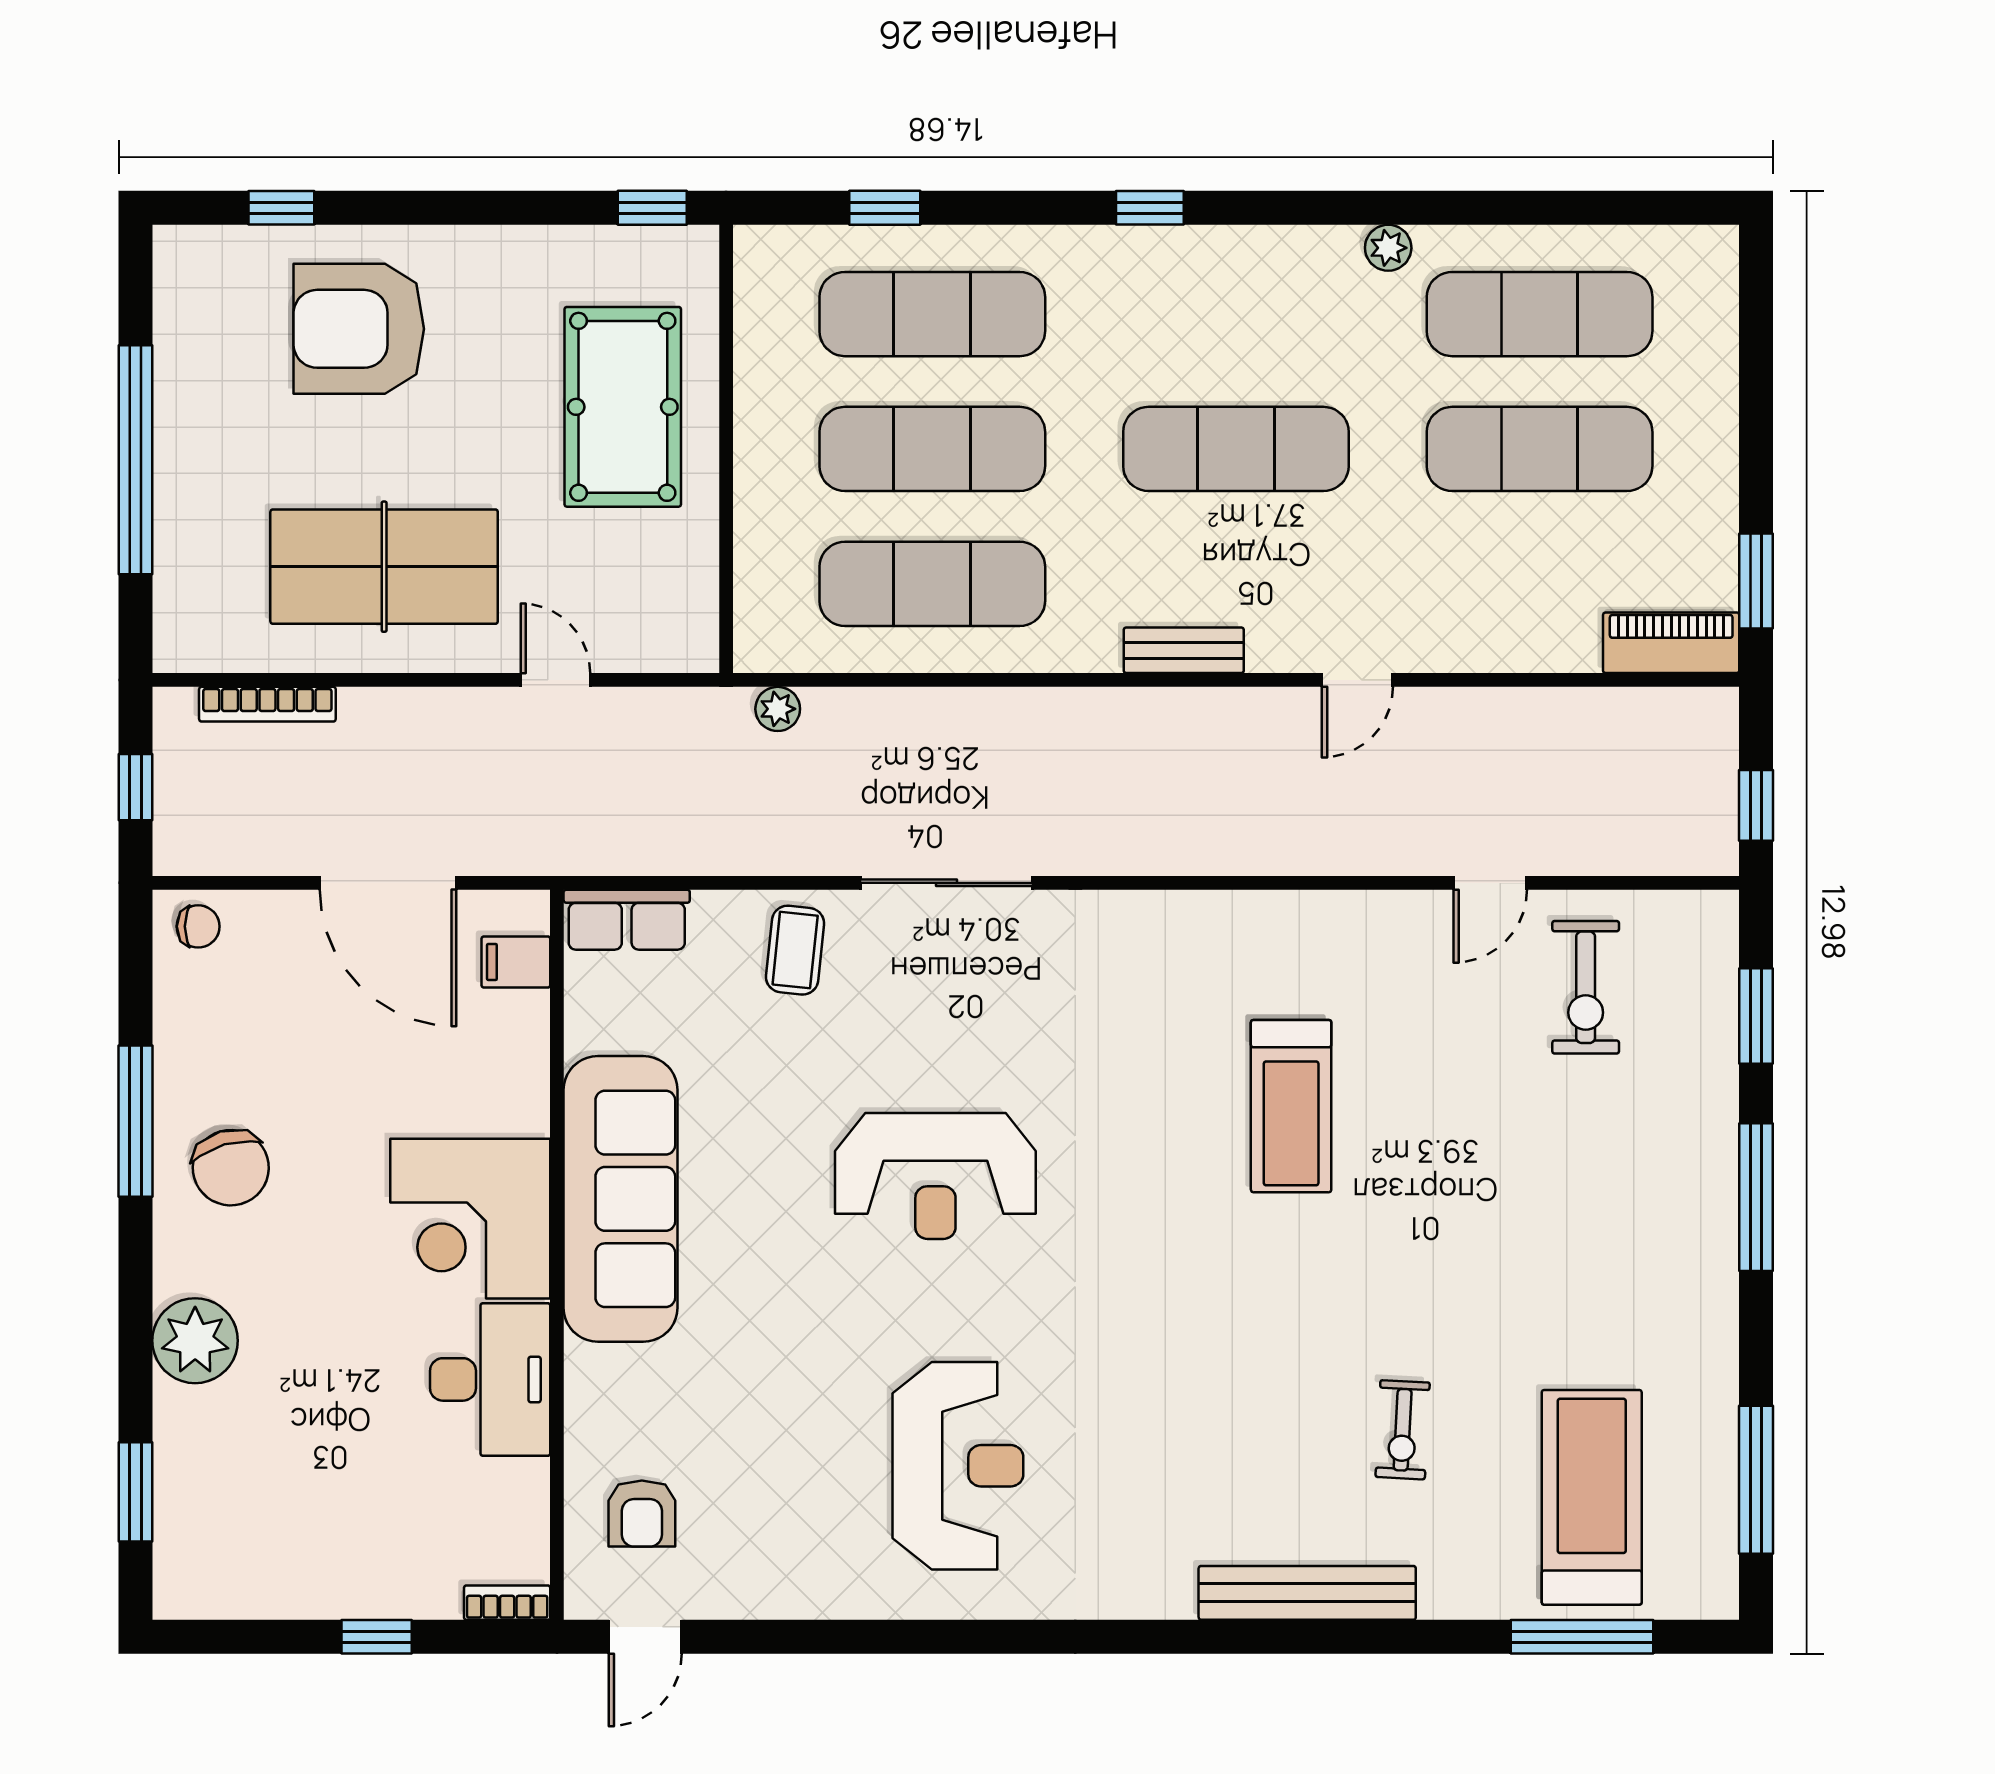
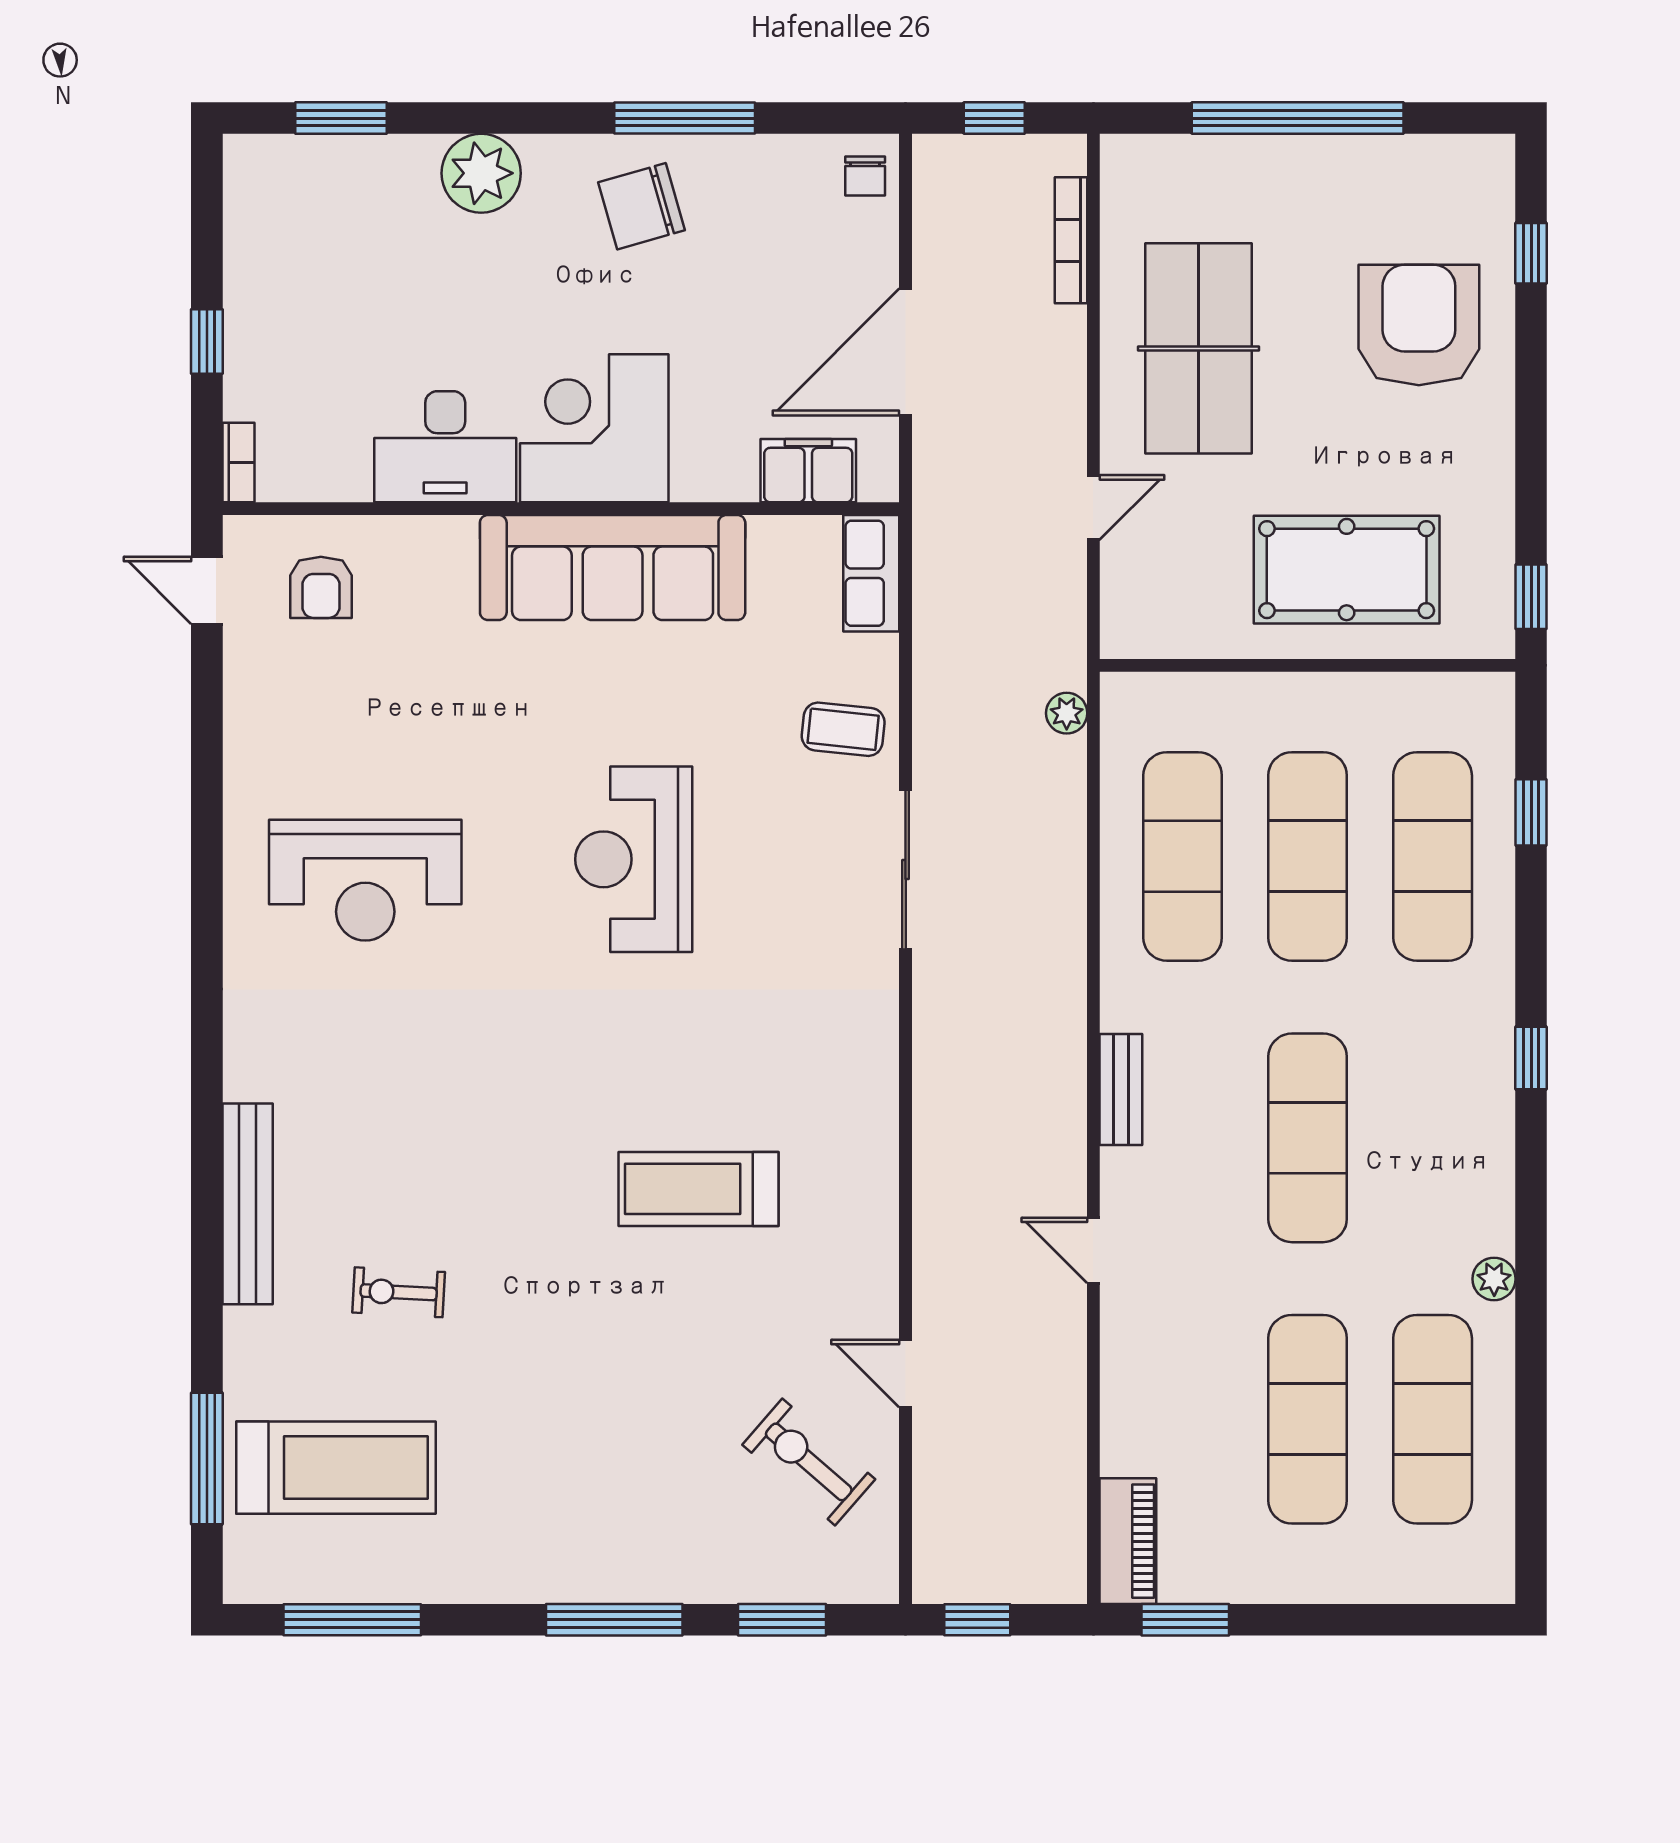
filing cabinet: (516, 962) -> (808, 471), width x2.00
exercise bike: (1586, 987) -> (809, 1462), turned 41
armchair: (642, 1514) -> (321, 587), turned -90

